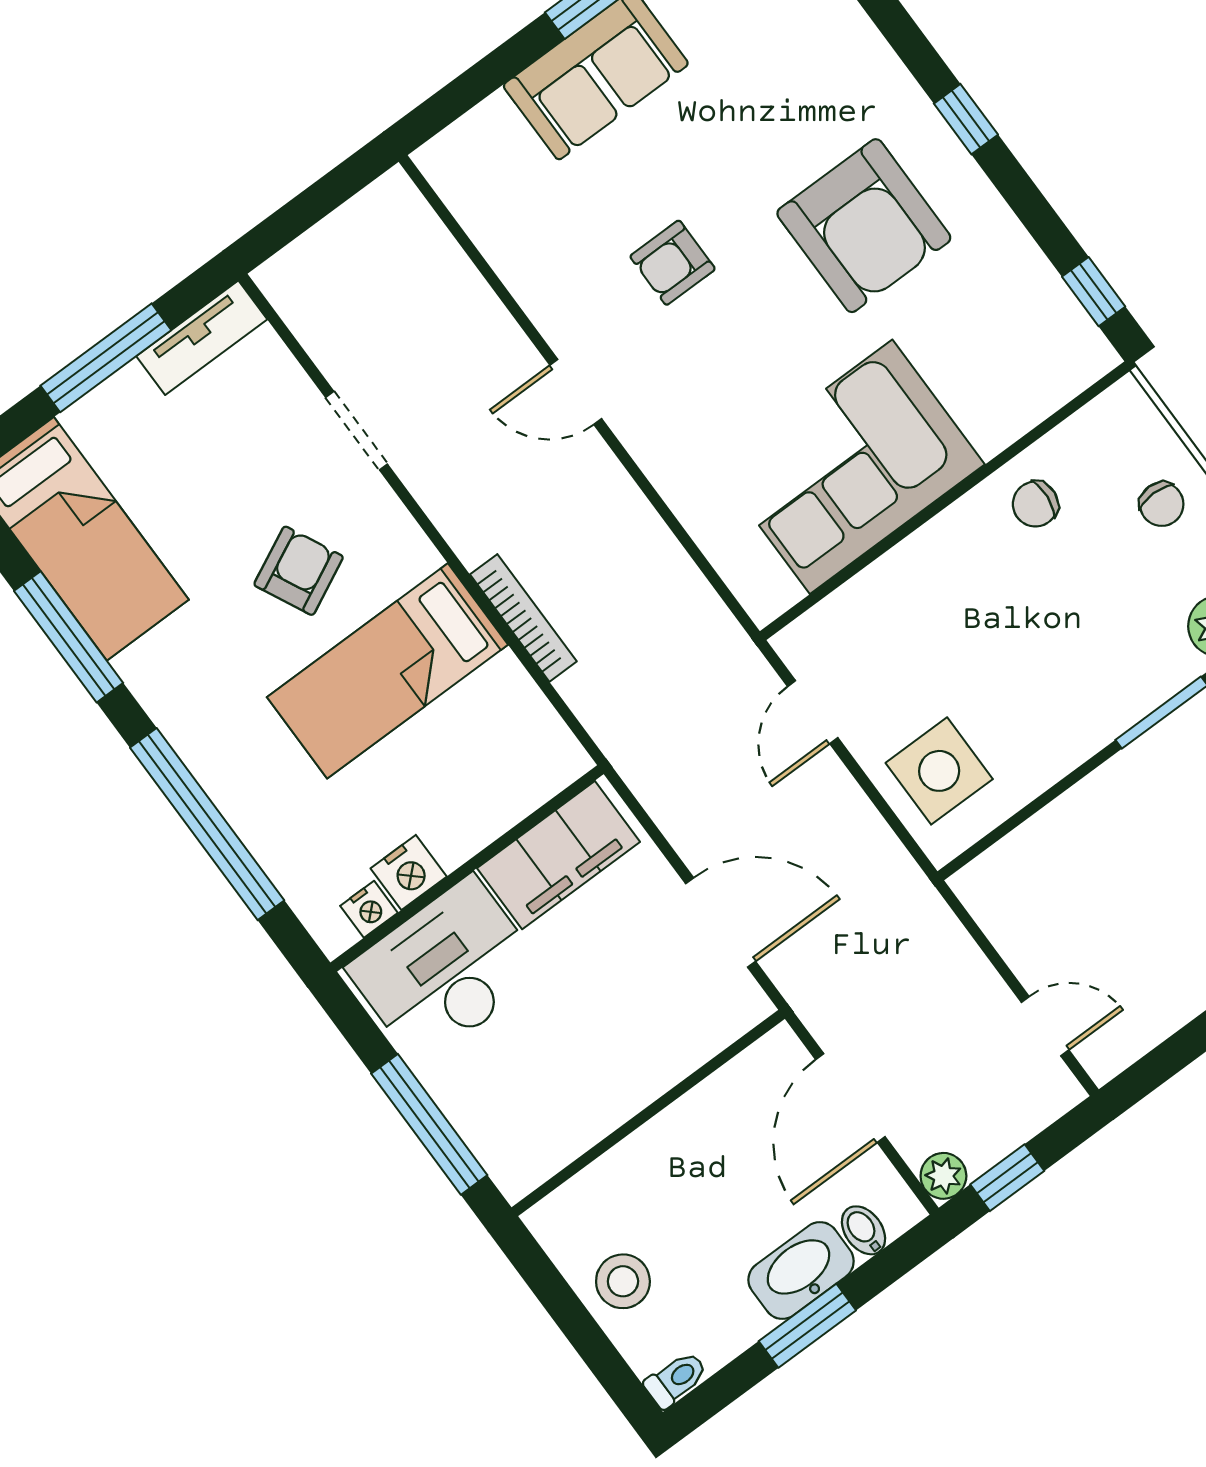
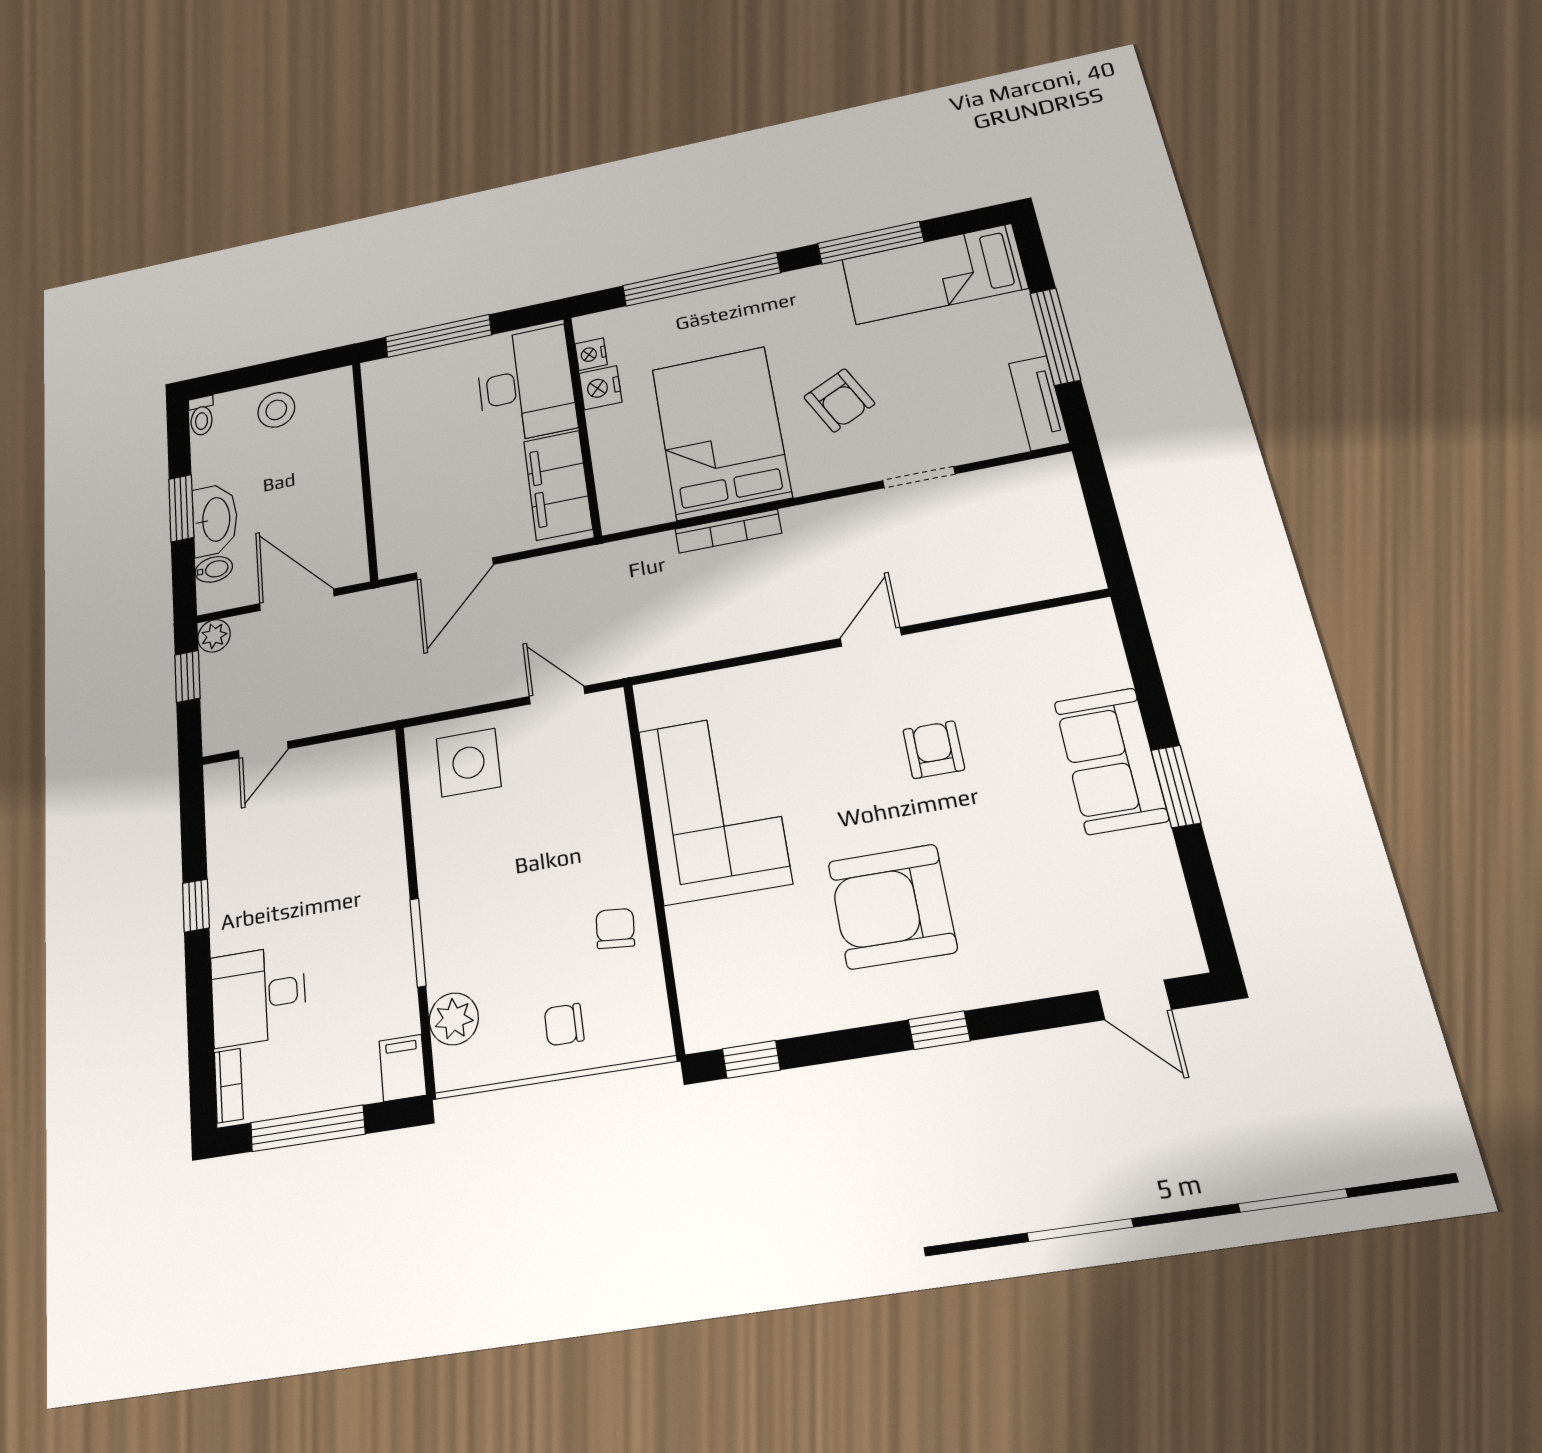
bed: (387, 671) -> (721, 433), width x1.50

